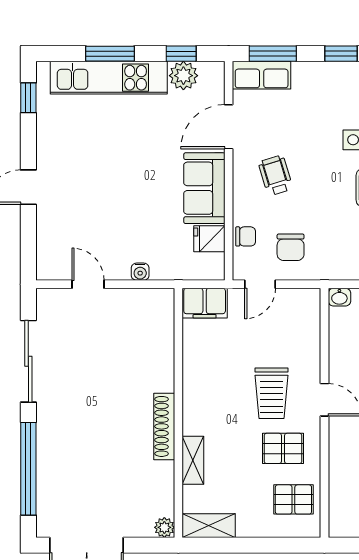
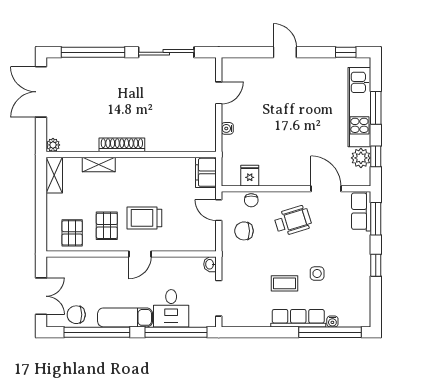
wheelchair: (276, 175) -> (293, 221), width x1.36, depth x1.37
sofa: (204, 188) -> (284, 172), removed

